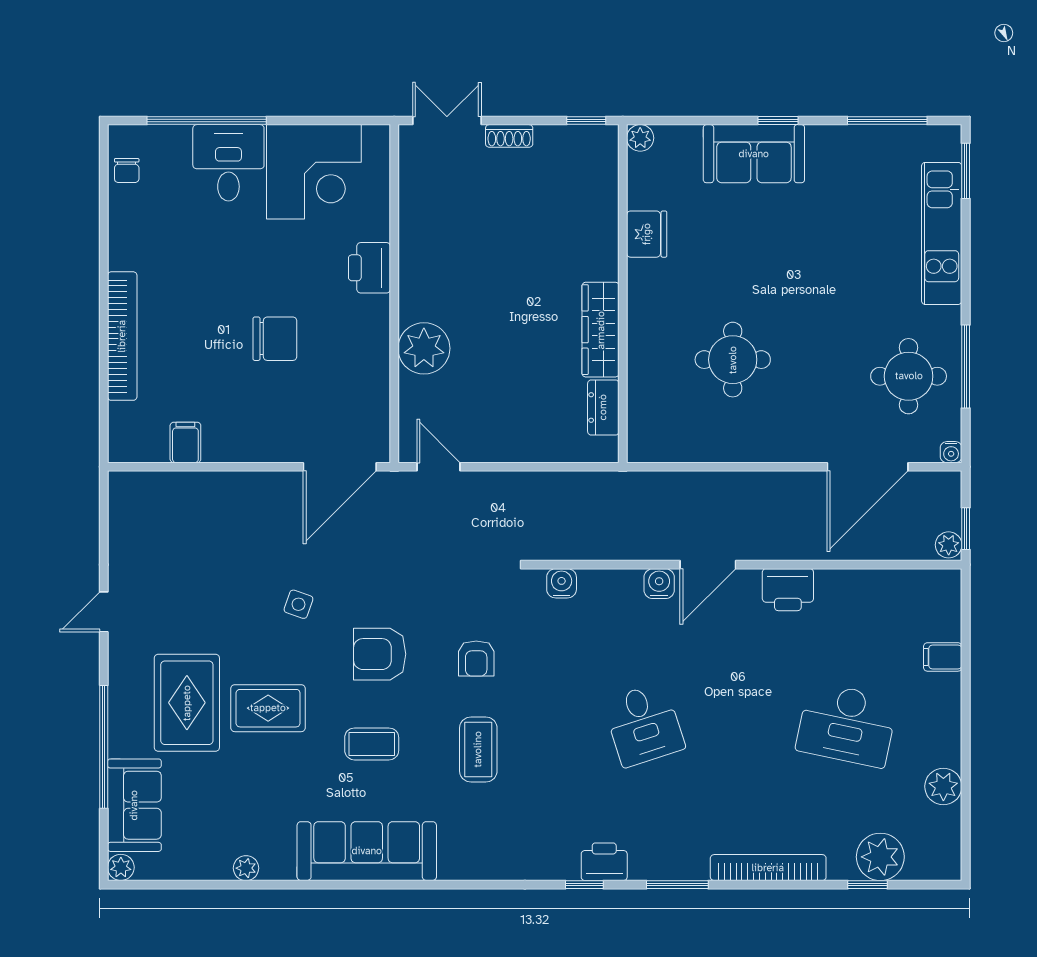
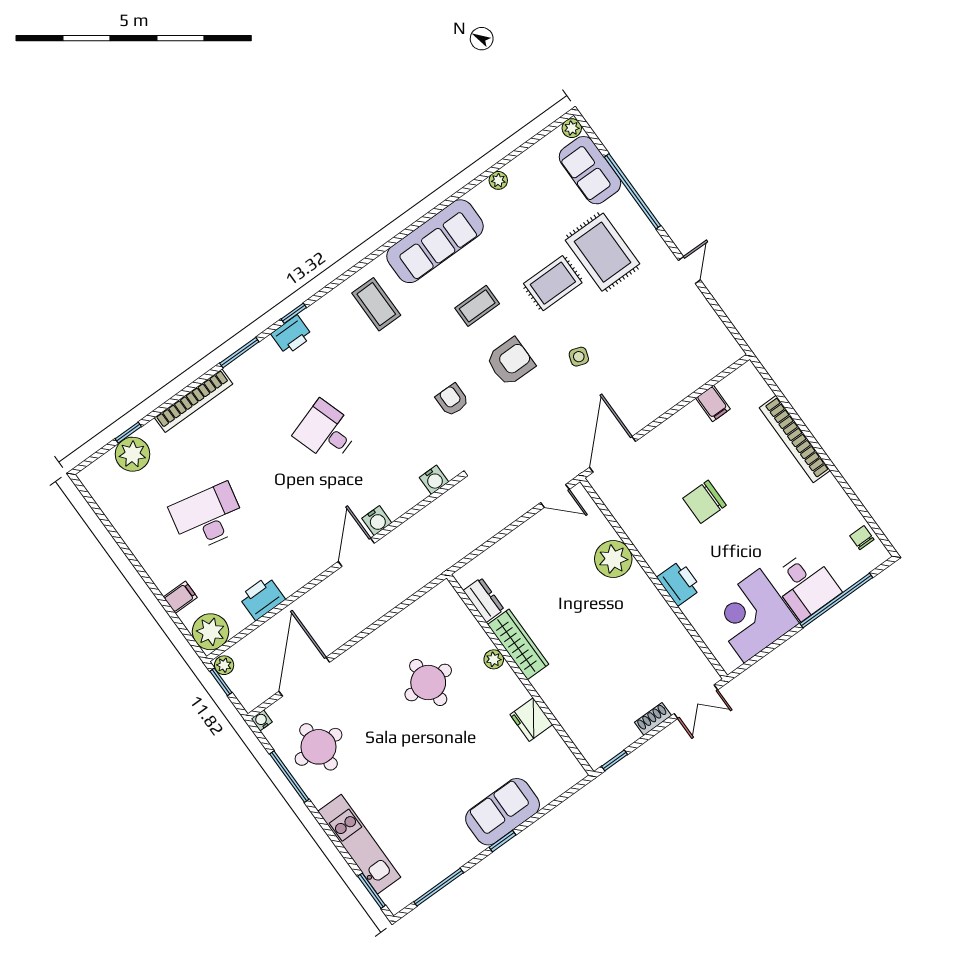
plant: (640, 138) -> (494, 659), moved
printer: (788, 590) -> (262, 598), moved
coffee table: (478, 749) -> (376, 304), moved
plant: (943, 786) -> (210, 632), moved, width x1.36, depth x1.36

